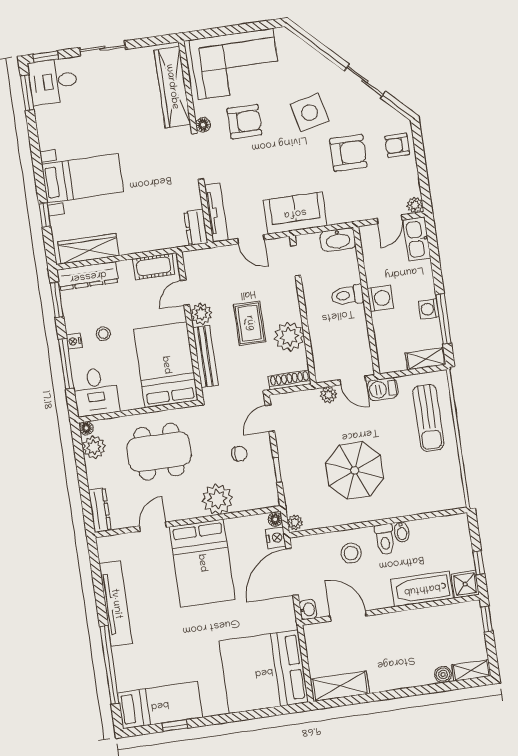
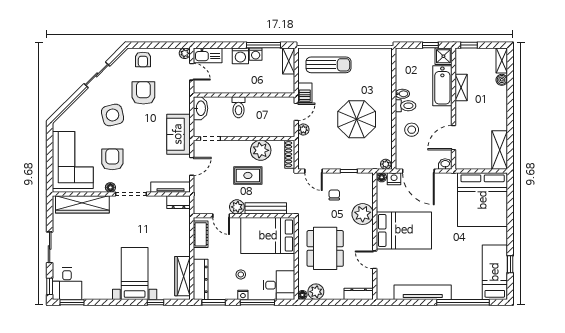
washing machine: (380, 298) -> (240, 56), moved, turned 180
shelving: (423, 617) -> (461, 87), added

